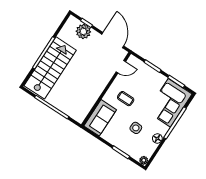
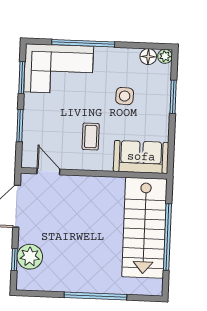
stairs: (50, 68) -> (144, 228), moved, turned -90
floor lamp: (157, 139) -> (148, 57), moved

